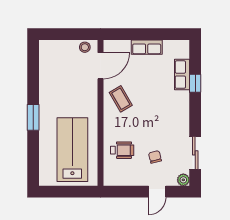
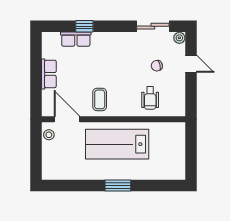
coffee table: (121, 99) -> (100, 99), turned -60
lab bench: (72, 150) -> (117, 144), moved
wheelchair: (122, 150) -> (150, 98), turned 180

